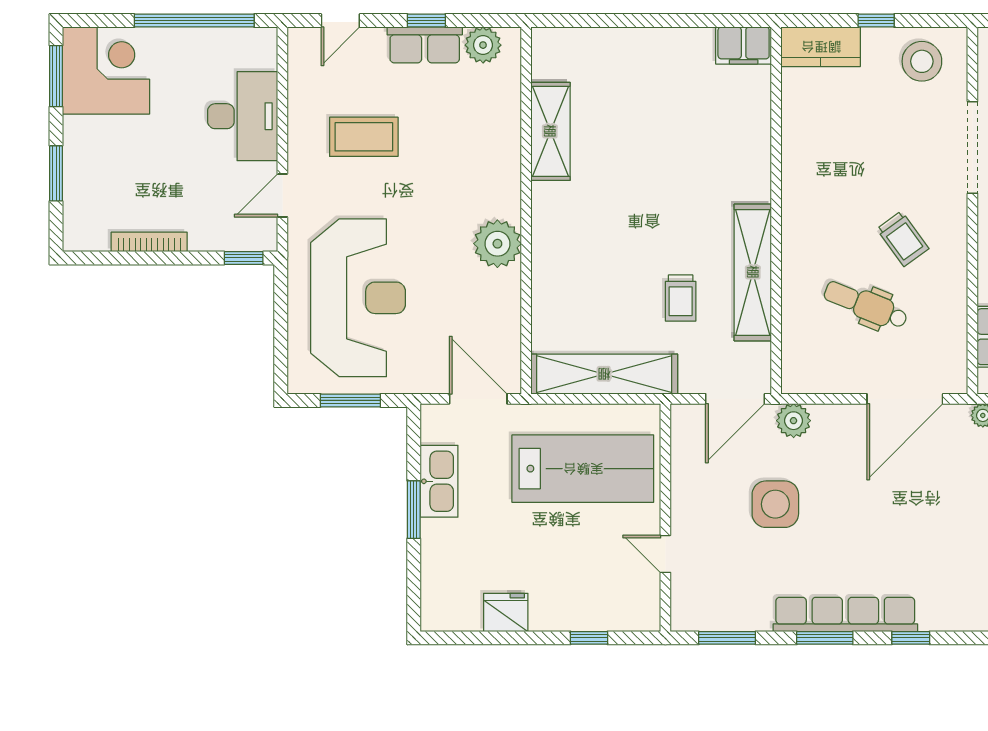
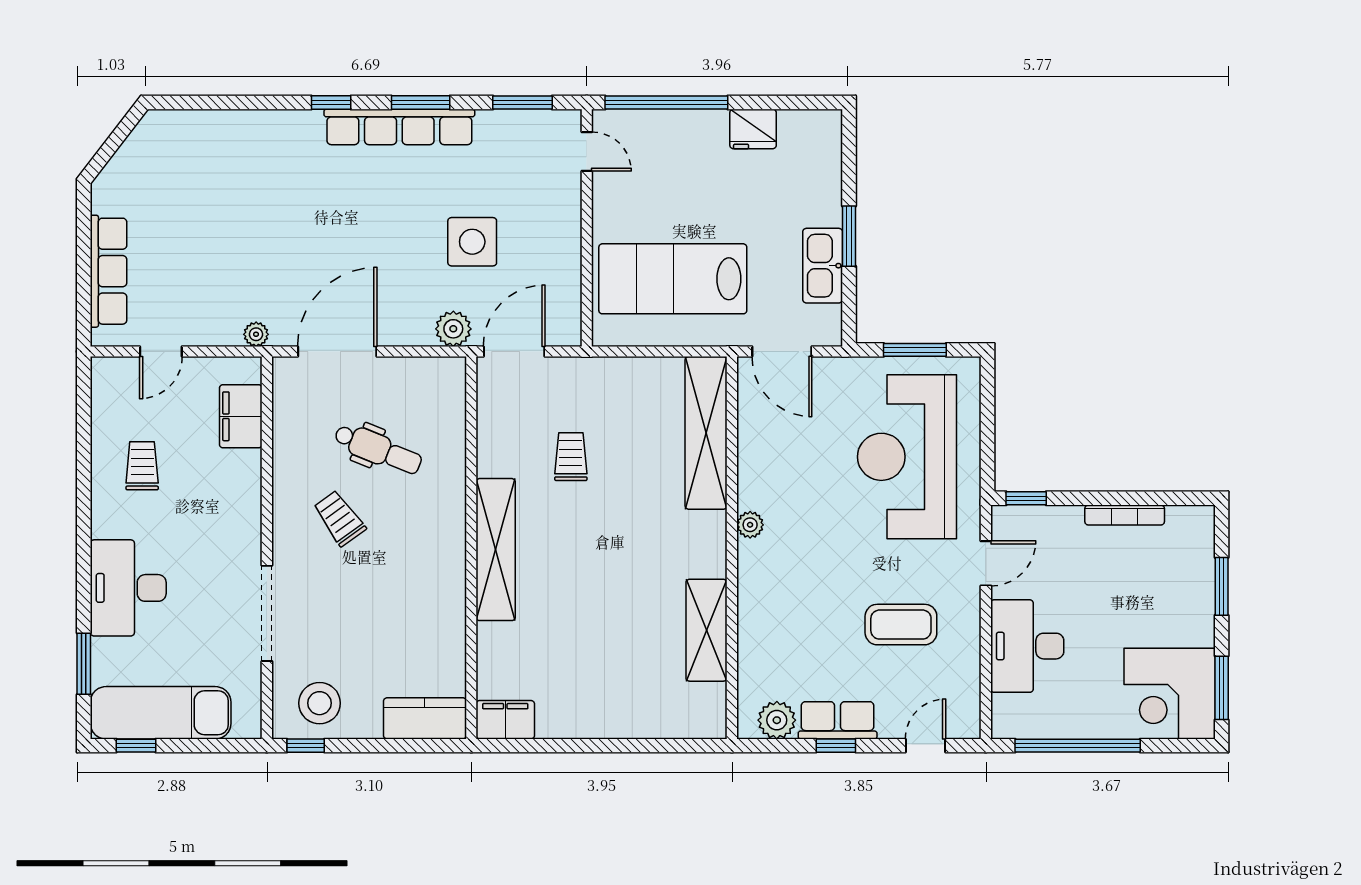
window: (876, 21) -> (306, 746), moved
plant: (497, 244) -> (750, 525), width x0.53, depth x0.53
shelving: (753, 272) -> (496, 550), moved
shelving: (604, 374) -> (706, 433), moved, turned 90
door: (665, 554) -> (587, 152), moved
window: (589, 638) -> (666, 102), width x3.17

